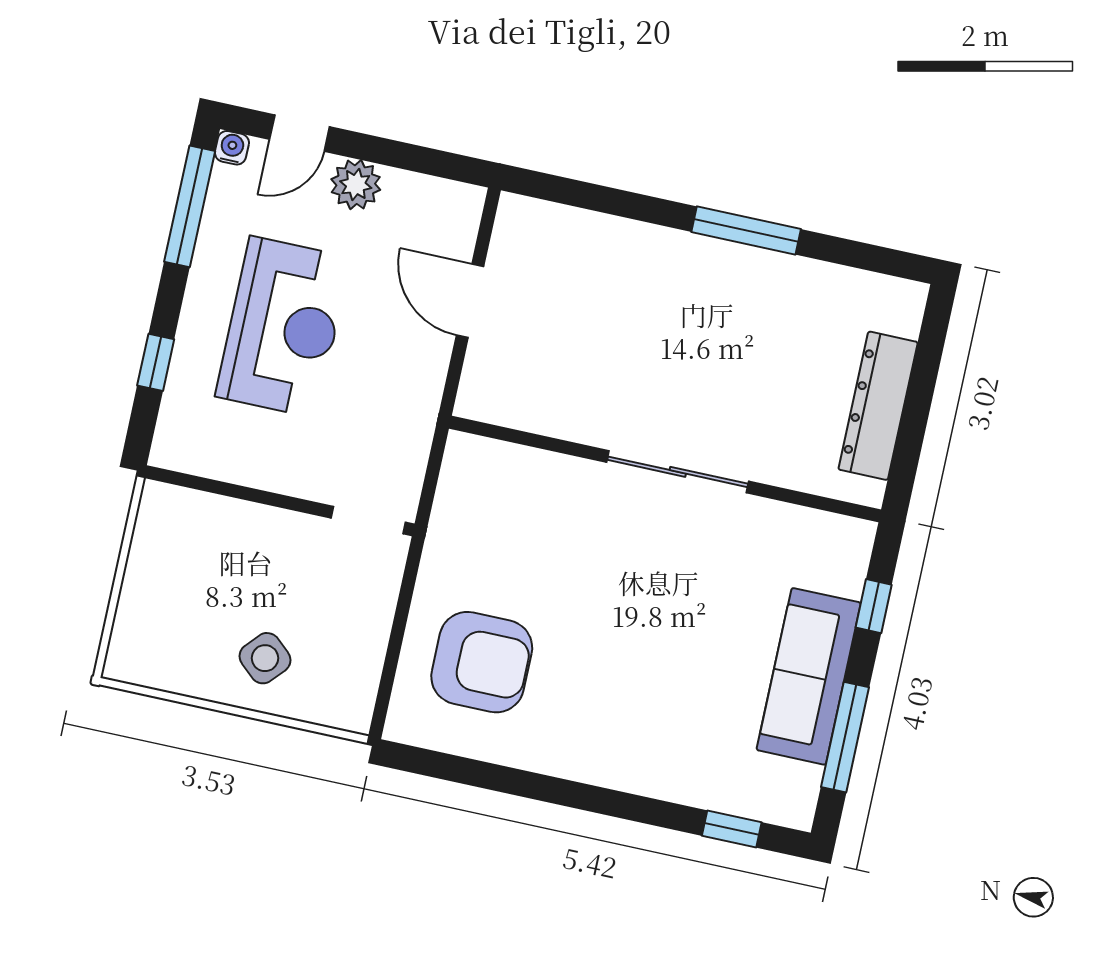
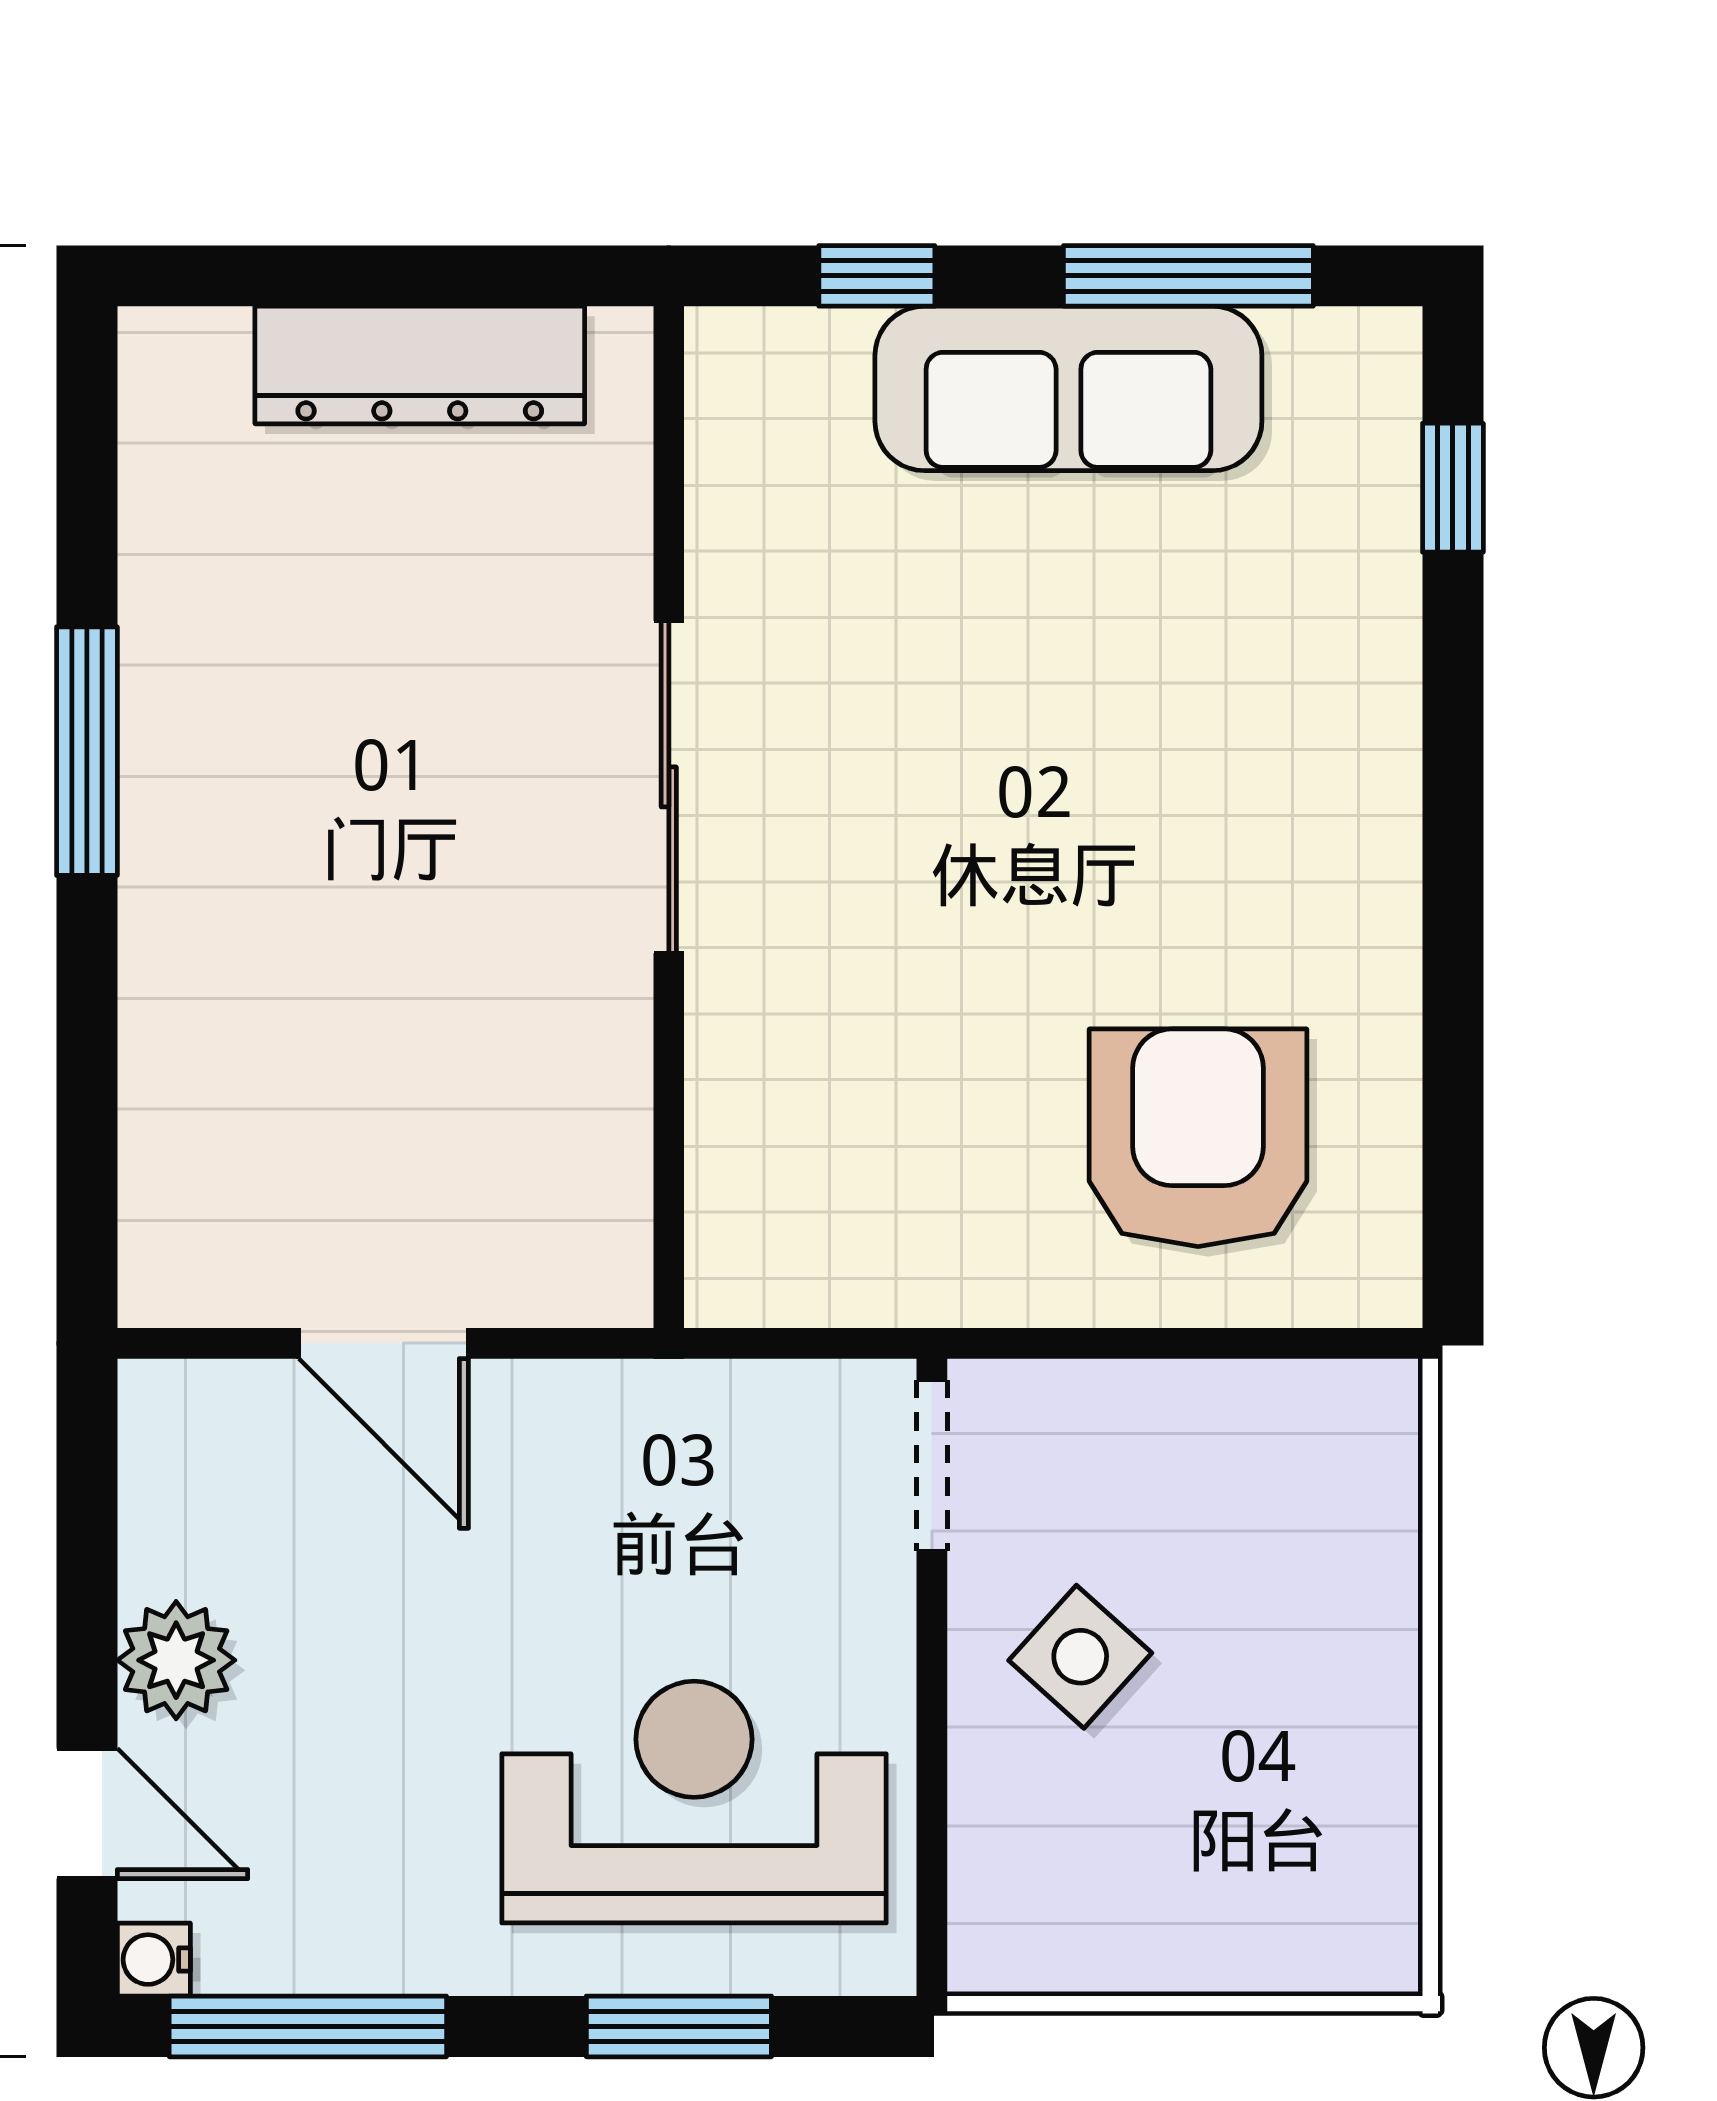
door: (470, 301) -> (384, 1343), hinge flipped
reception desk: (283, 327) -> (694, 1802), moved
window: (156, 362) -> (679, 2026), width x1.50
side table: (265, 658) -> (1080, 1657), moved

